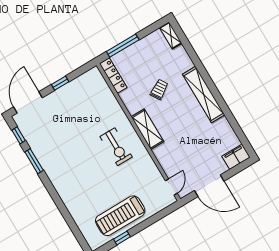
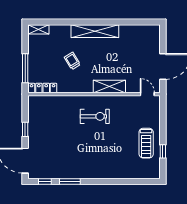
shelving: (147, 129) -> (109, 86), moved
filing cabinet: (236, 157) -> (153, 35), removed
treadmill: (120, 216) -> (146, 143), width x0.73, depth x0.73

